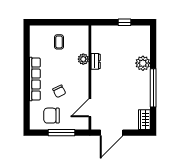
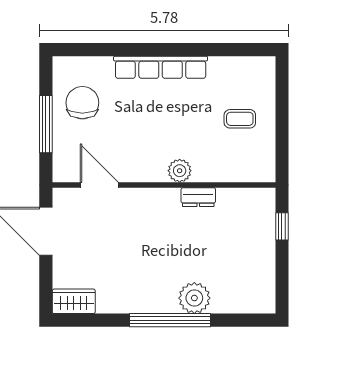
window: (124, 22) -> (282, 226), moved
plant: (83, 59) -> (180, 171), moved
window: (153, 88) -> (170, 320), moved
chair: (59, 91) -> (134, 119), removed

